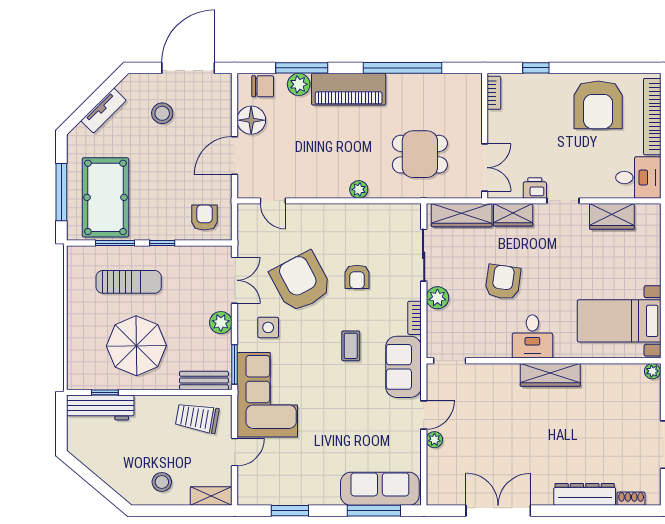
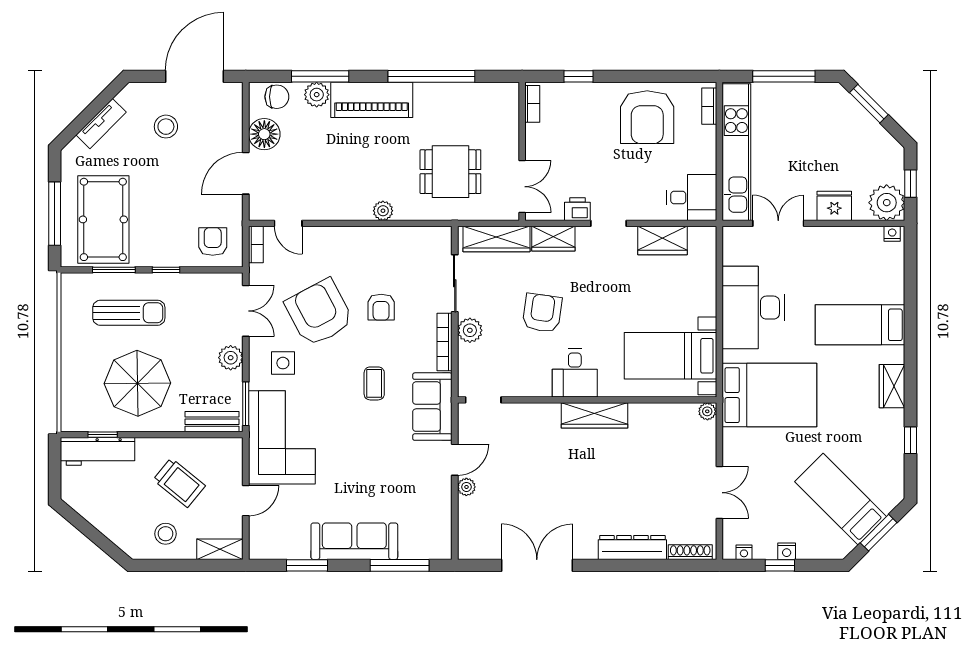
bookcase: (652, 117) -> (709, 106), width x0.43, depth x0.76
bookcase: (244, 220) -> (256, 245), added
bookcase: (415, 318) -> (445, 342), width x1.56
trolley: (197, 418) -> (179, 483), moved, turned -151
sofa: (380, 489) -> (354, 541), moved
shoe rack: (631, 499) -> (690, 552), width x1.43

